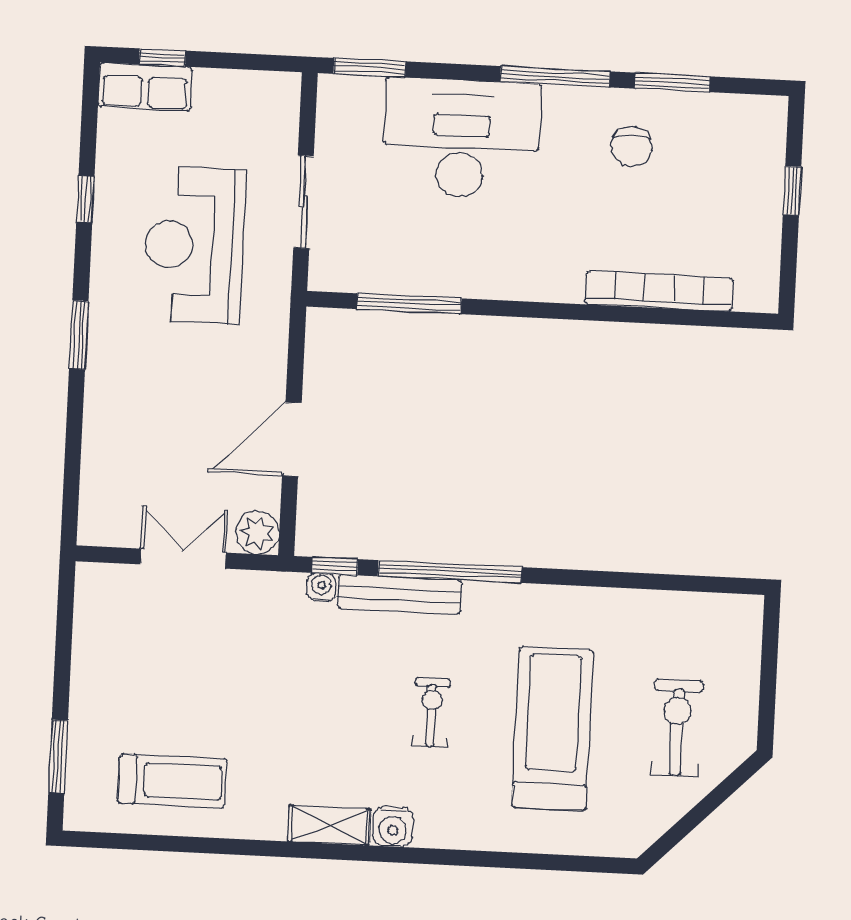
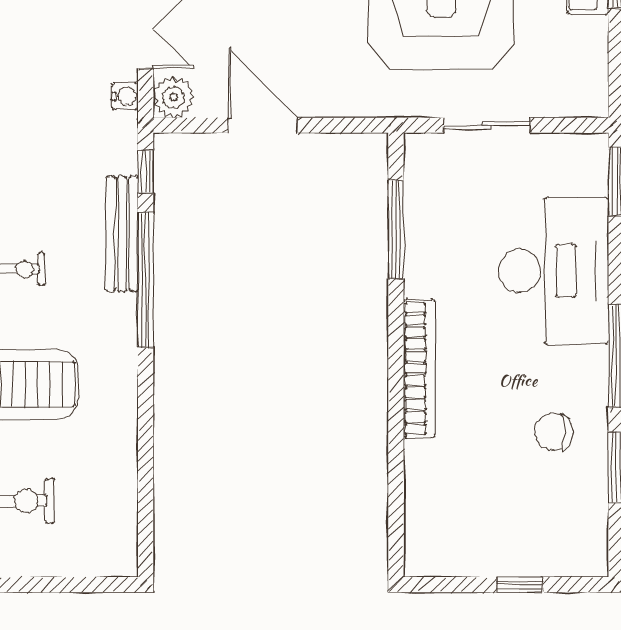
bookcase: (659, 291) -> (419, 368), moved
water cooler: (321, 587) -> (125, 96), moved

